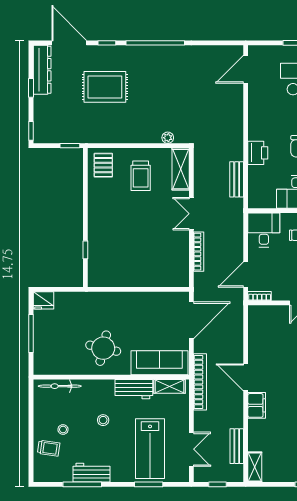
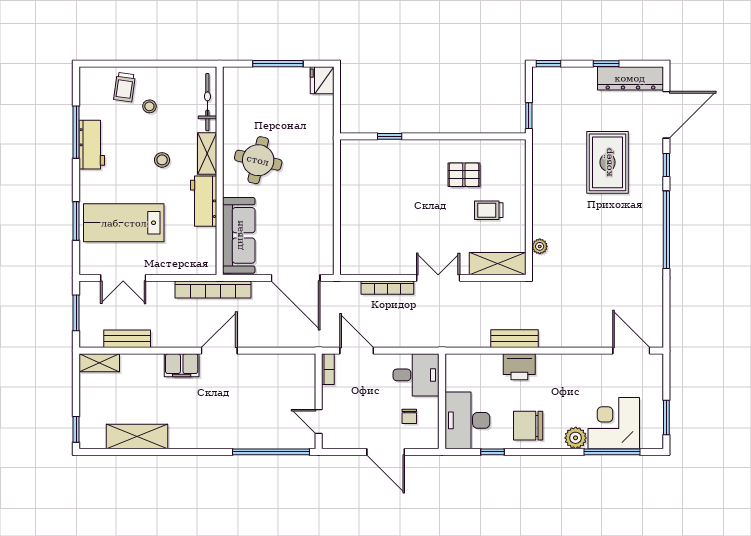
pallet: (103, 165) -> (464, 175), moved
trolley: (141, 176) -> (489, 210), width x0.73, depth x0.72
bench: (237, 179) -> (515, 339), moved
shelving: (170, 386) -> (207, 153), moved
window: (217, 484) -> (76, 313), width x1.50

